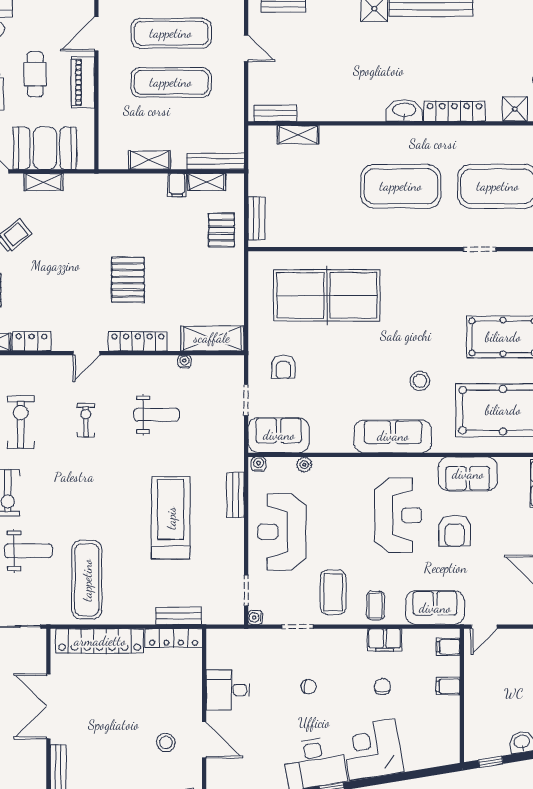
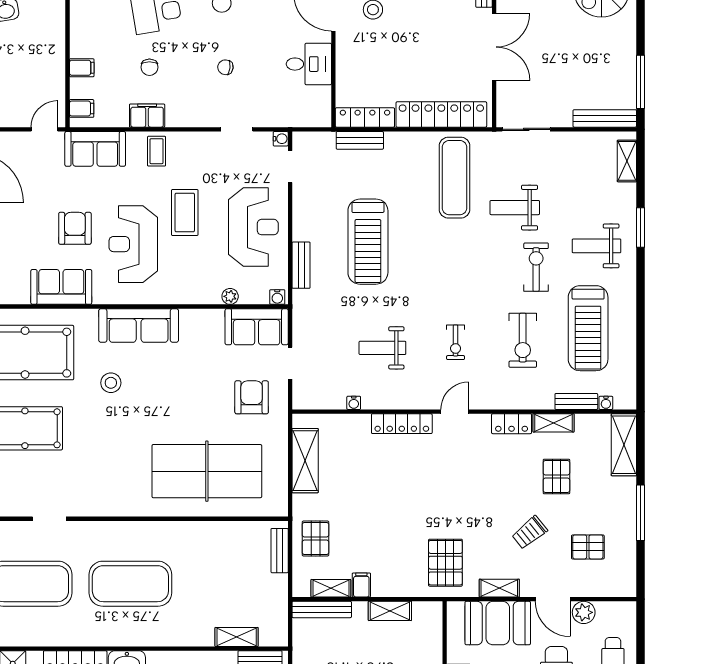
pallet: (128, 280) -> (445, 563), moved
shelving: (212, 338) -> (305, 461), moved, turned 90
armchair: (283, 367) -> (252, 397), width x1.38, depth x1.38
coffee table: (333, 592) -> (185, 213), moved

